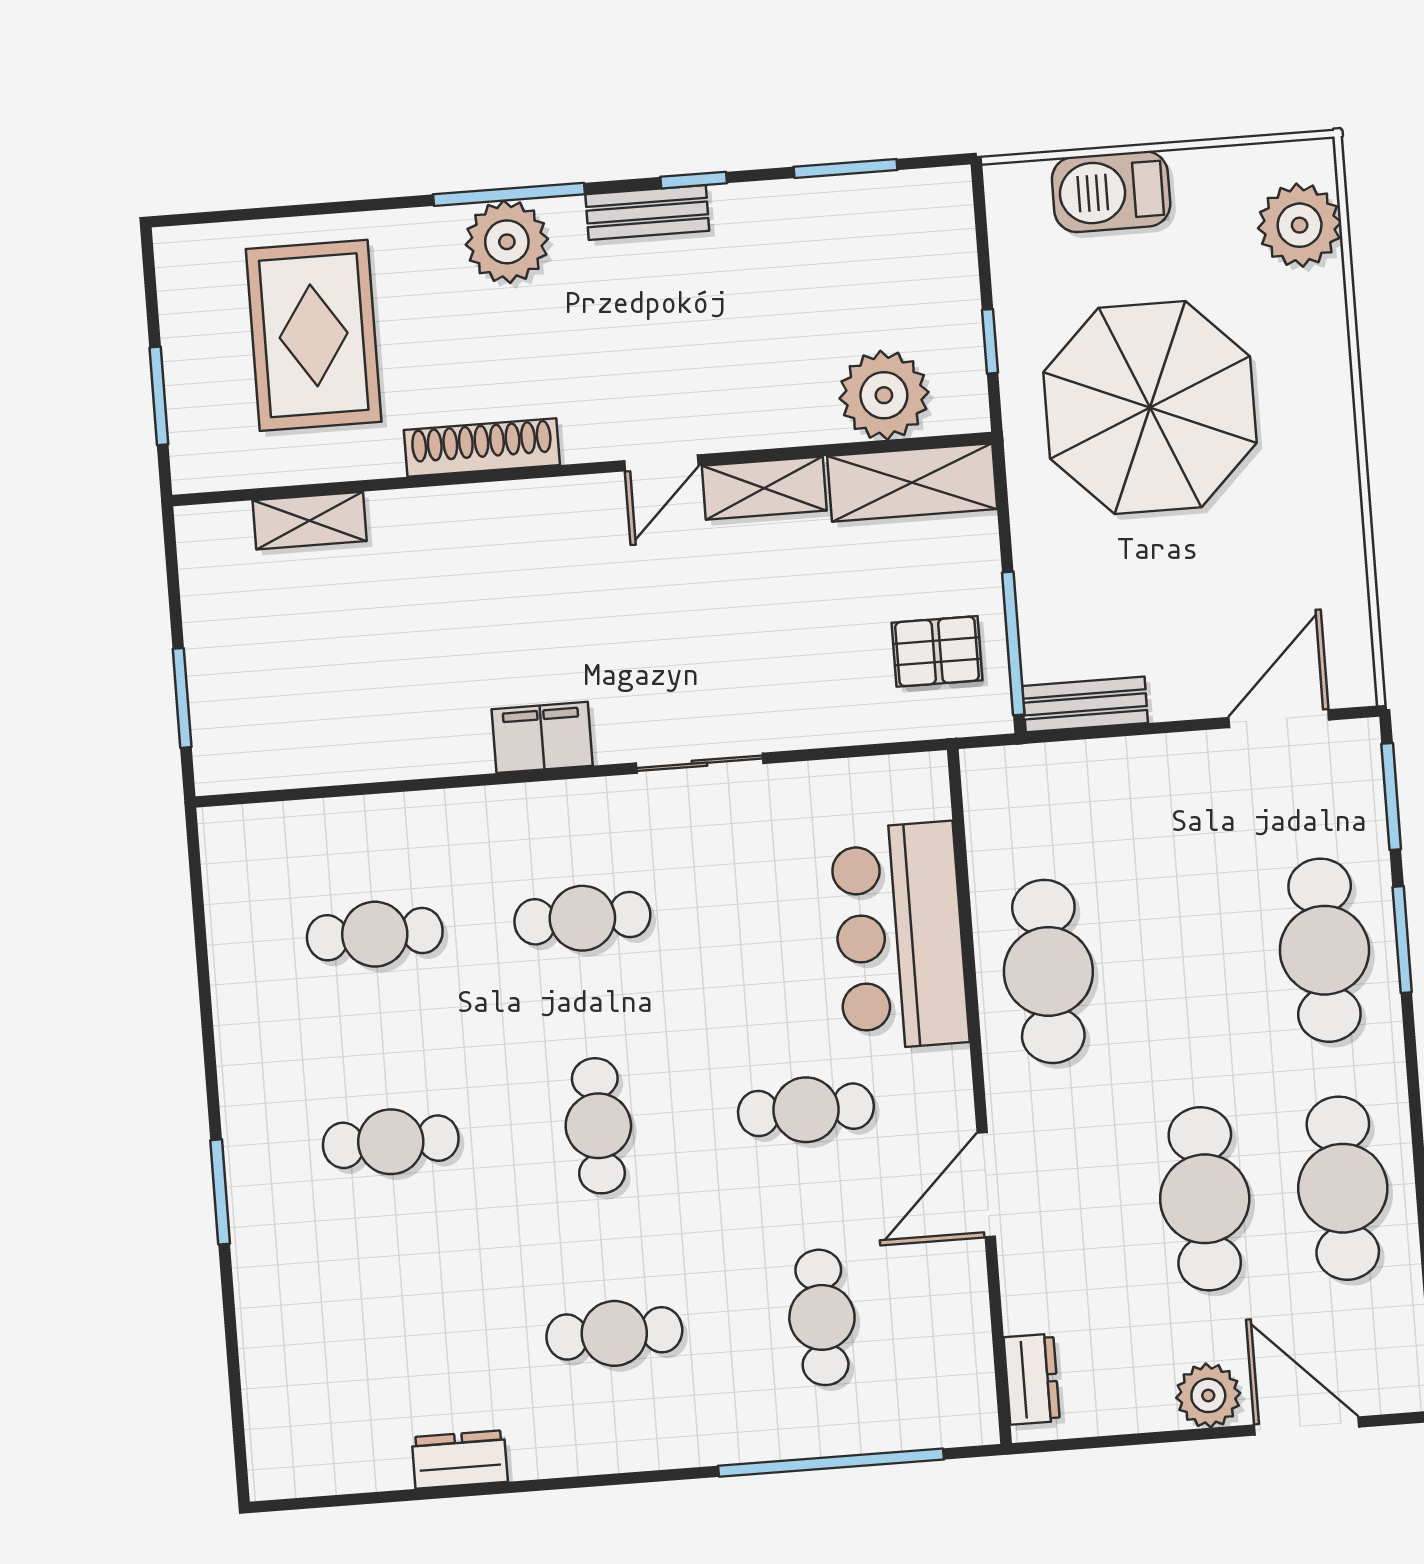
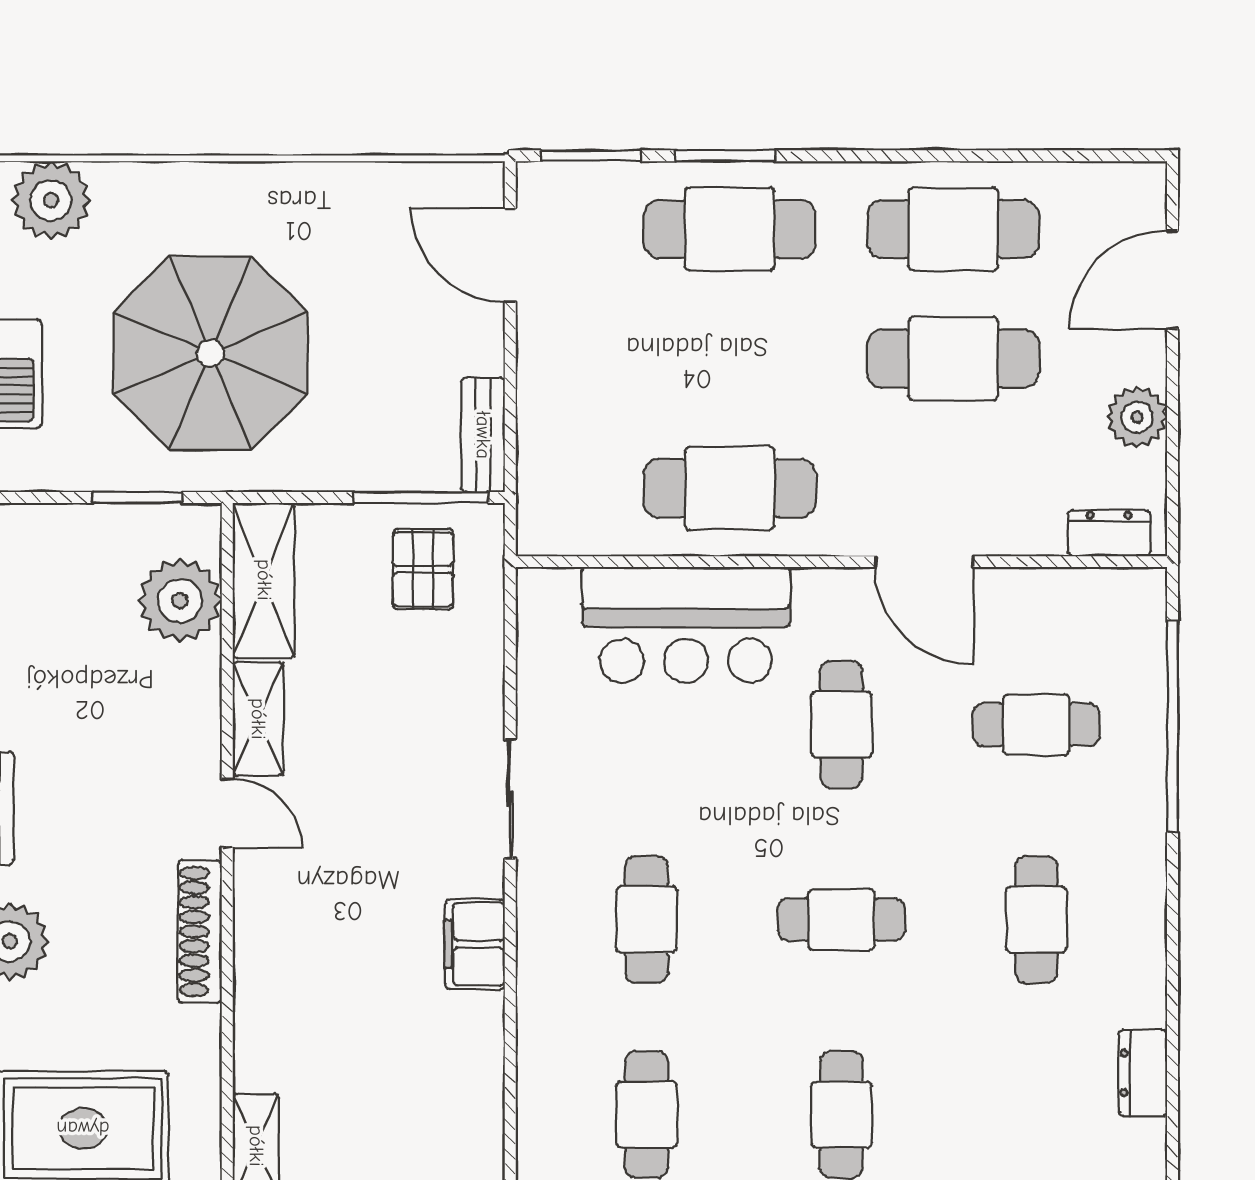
window: (990, 341) -> (137, 498), width x1.50
shoe rack: (482, 447) -> (200, 932), moved
plant: (1208, 1395) -> (1137, 417), moved

